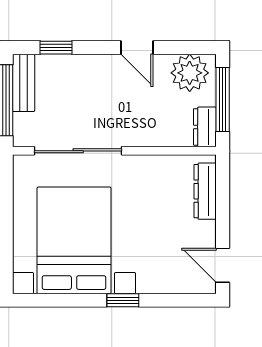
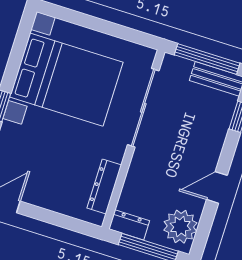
dresser: (205, 191) -> (104, 187), moved, turned -90

